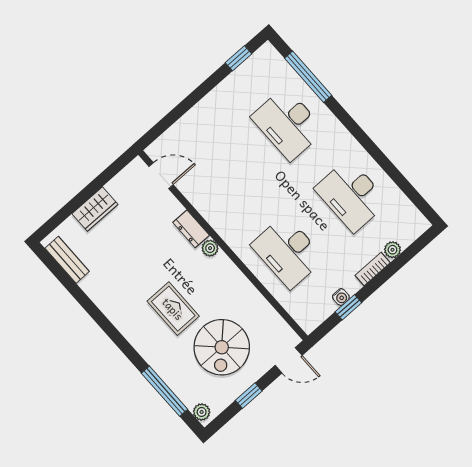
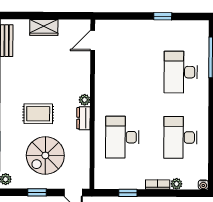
window: (238, 58) -> (163, 16), moved
door: (161, 176) -> (93, 41), swing flipped
dresser: (191, 229) -> (83, 118), moved
water cooler: (341, 297) -> (203, 185), moved
rug: (173, 309) -> (38, 114), turned 90

